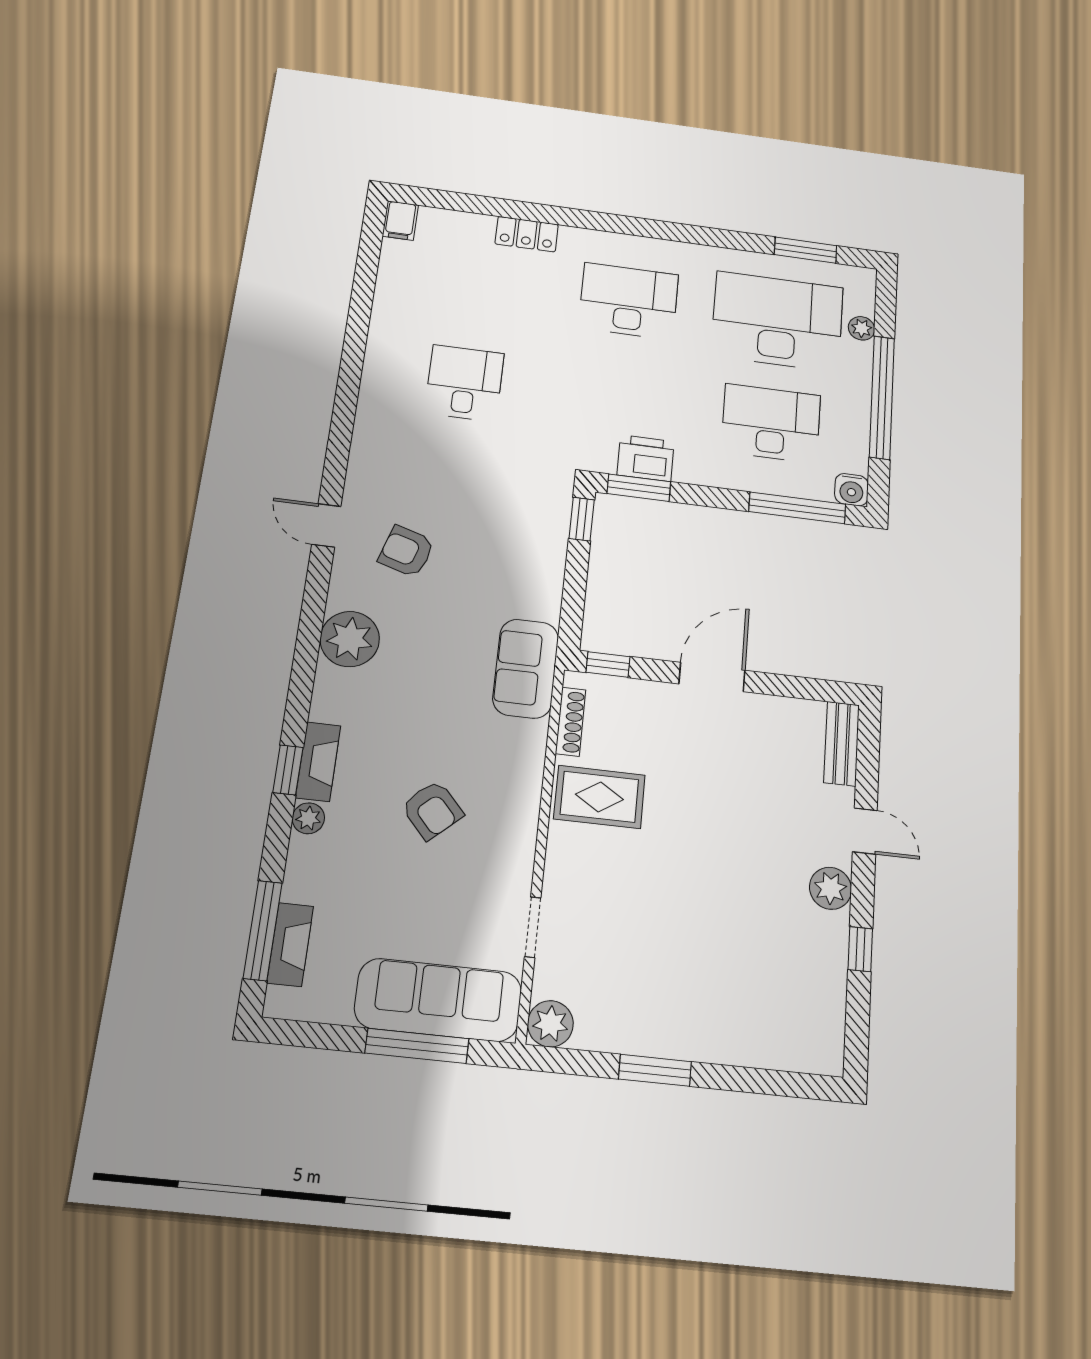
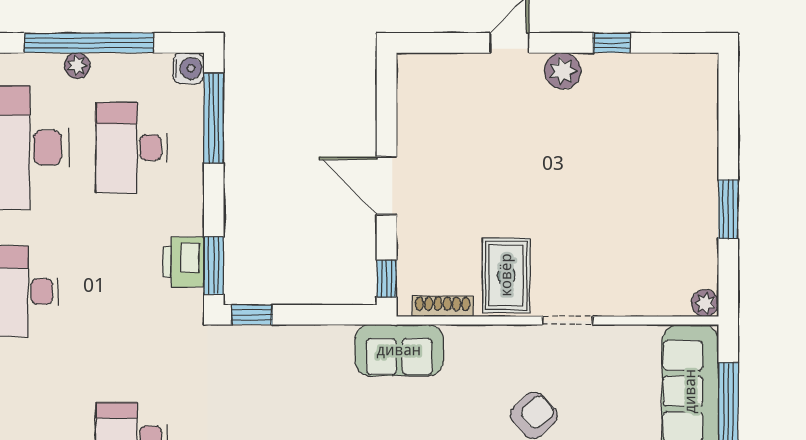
plant: (862, 328) -> (77, 66), moved
bench: (842, 744) -> (434, 67), removed
doorway: (533, 927) -> (568, 321), moved
plant: (550, 1024) -> (705, 303), width x0.73, depth x0.73

